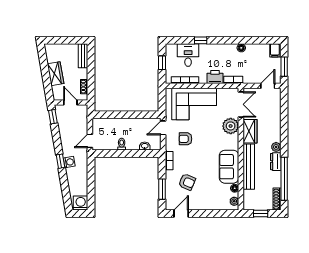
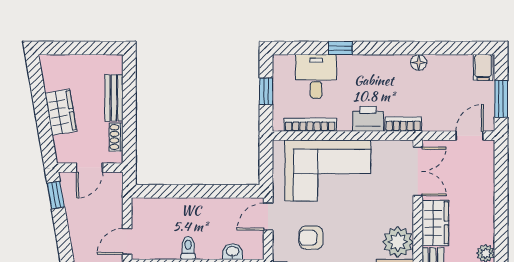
bench: (83, 56) -> (114, 98), moved
door: (70, 103) -> (90, 168), swing flipped
plant: (231, 126) -> (398, 242), moved

